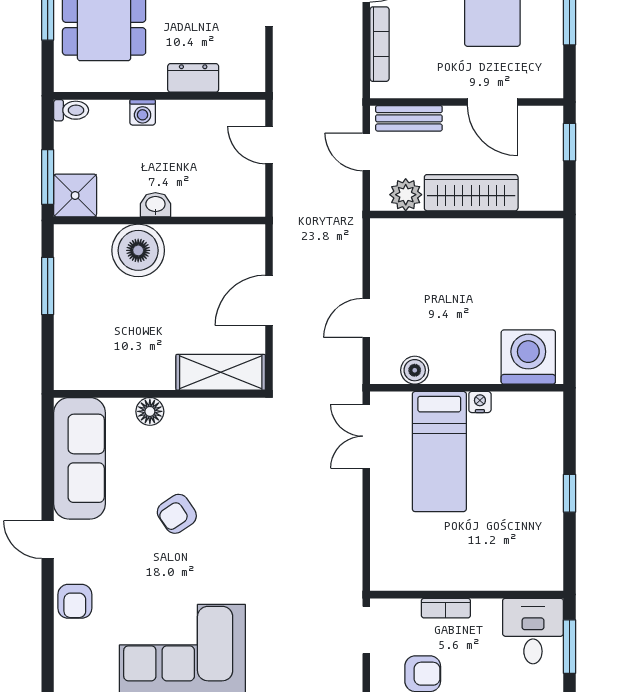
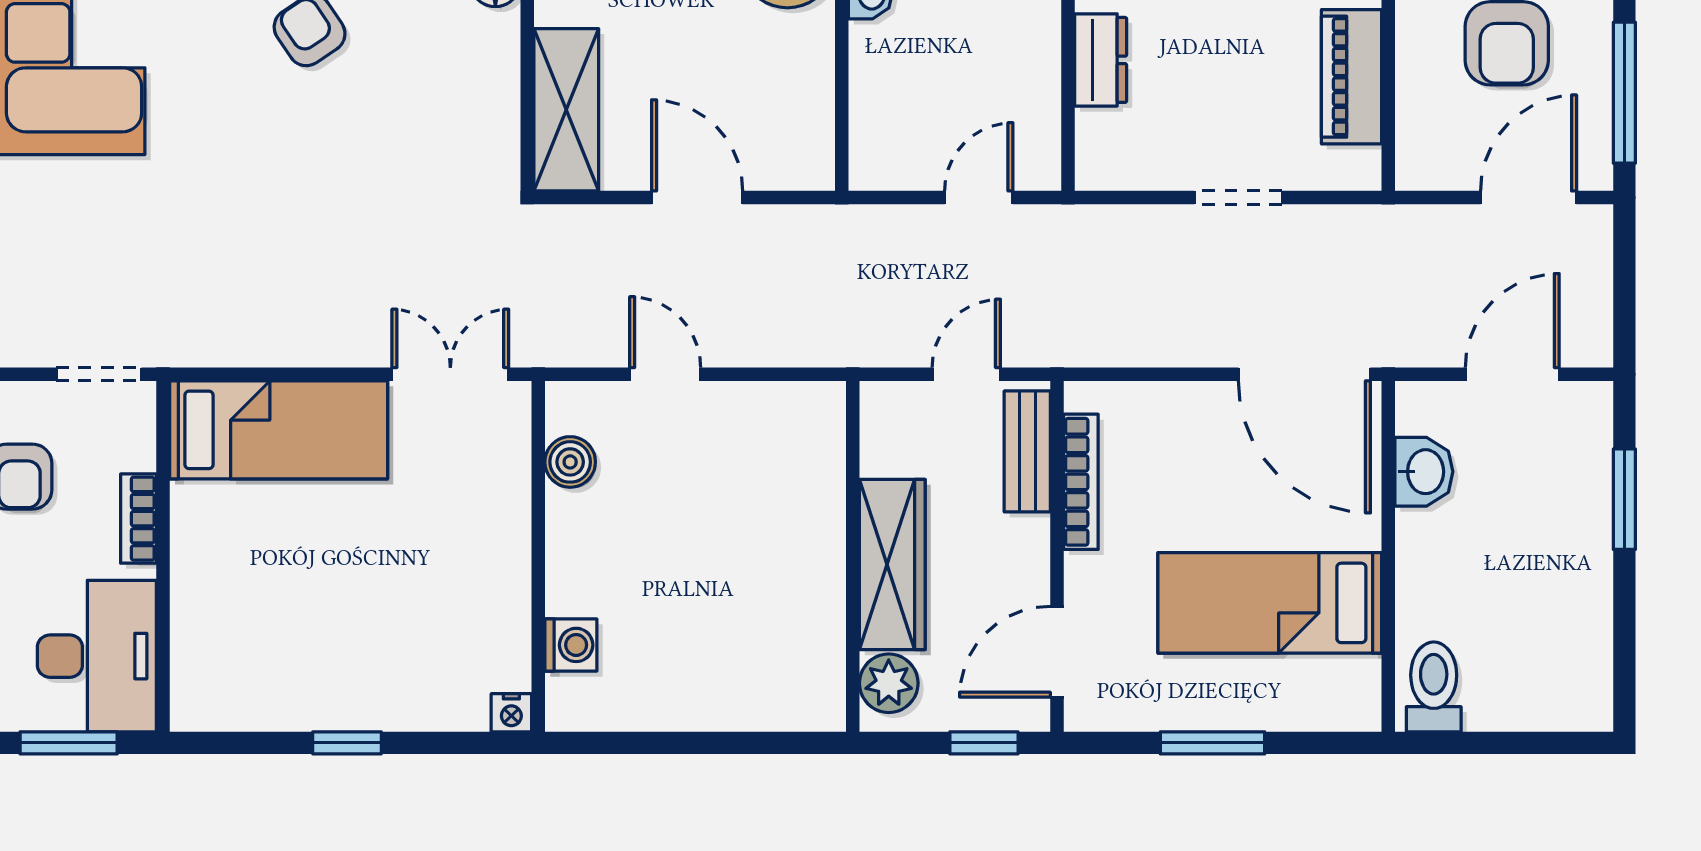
bookcase: (380, 44) -> (1081, 482), moved, turned -90
door: (492, 102) -> (1057, 652), moved
plant: (406, 195) -> (889, 683), moved
washing machine: (528, 357) -> (571, 645), width x0.53, depth x0.53
nightstand: (480, 402) -> (511, 713), moved, turned 90
bed: (439, 452) -> (279, 430), moved, turned 180
desk: (533, 631) -> (97, 656), width x1.37

